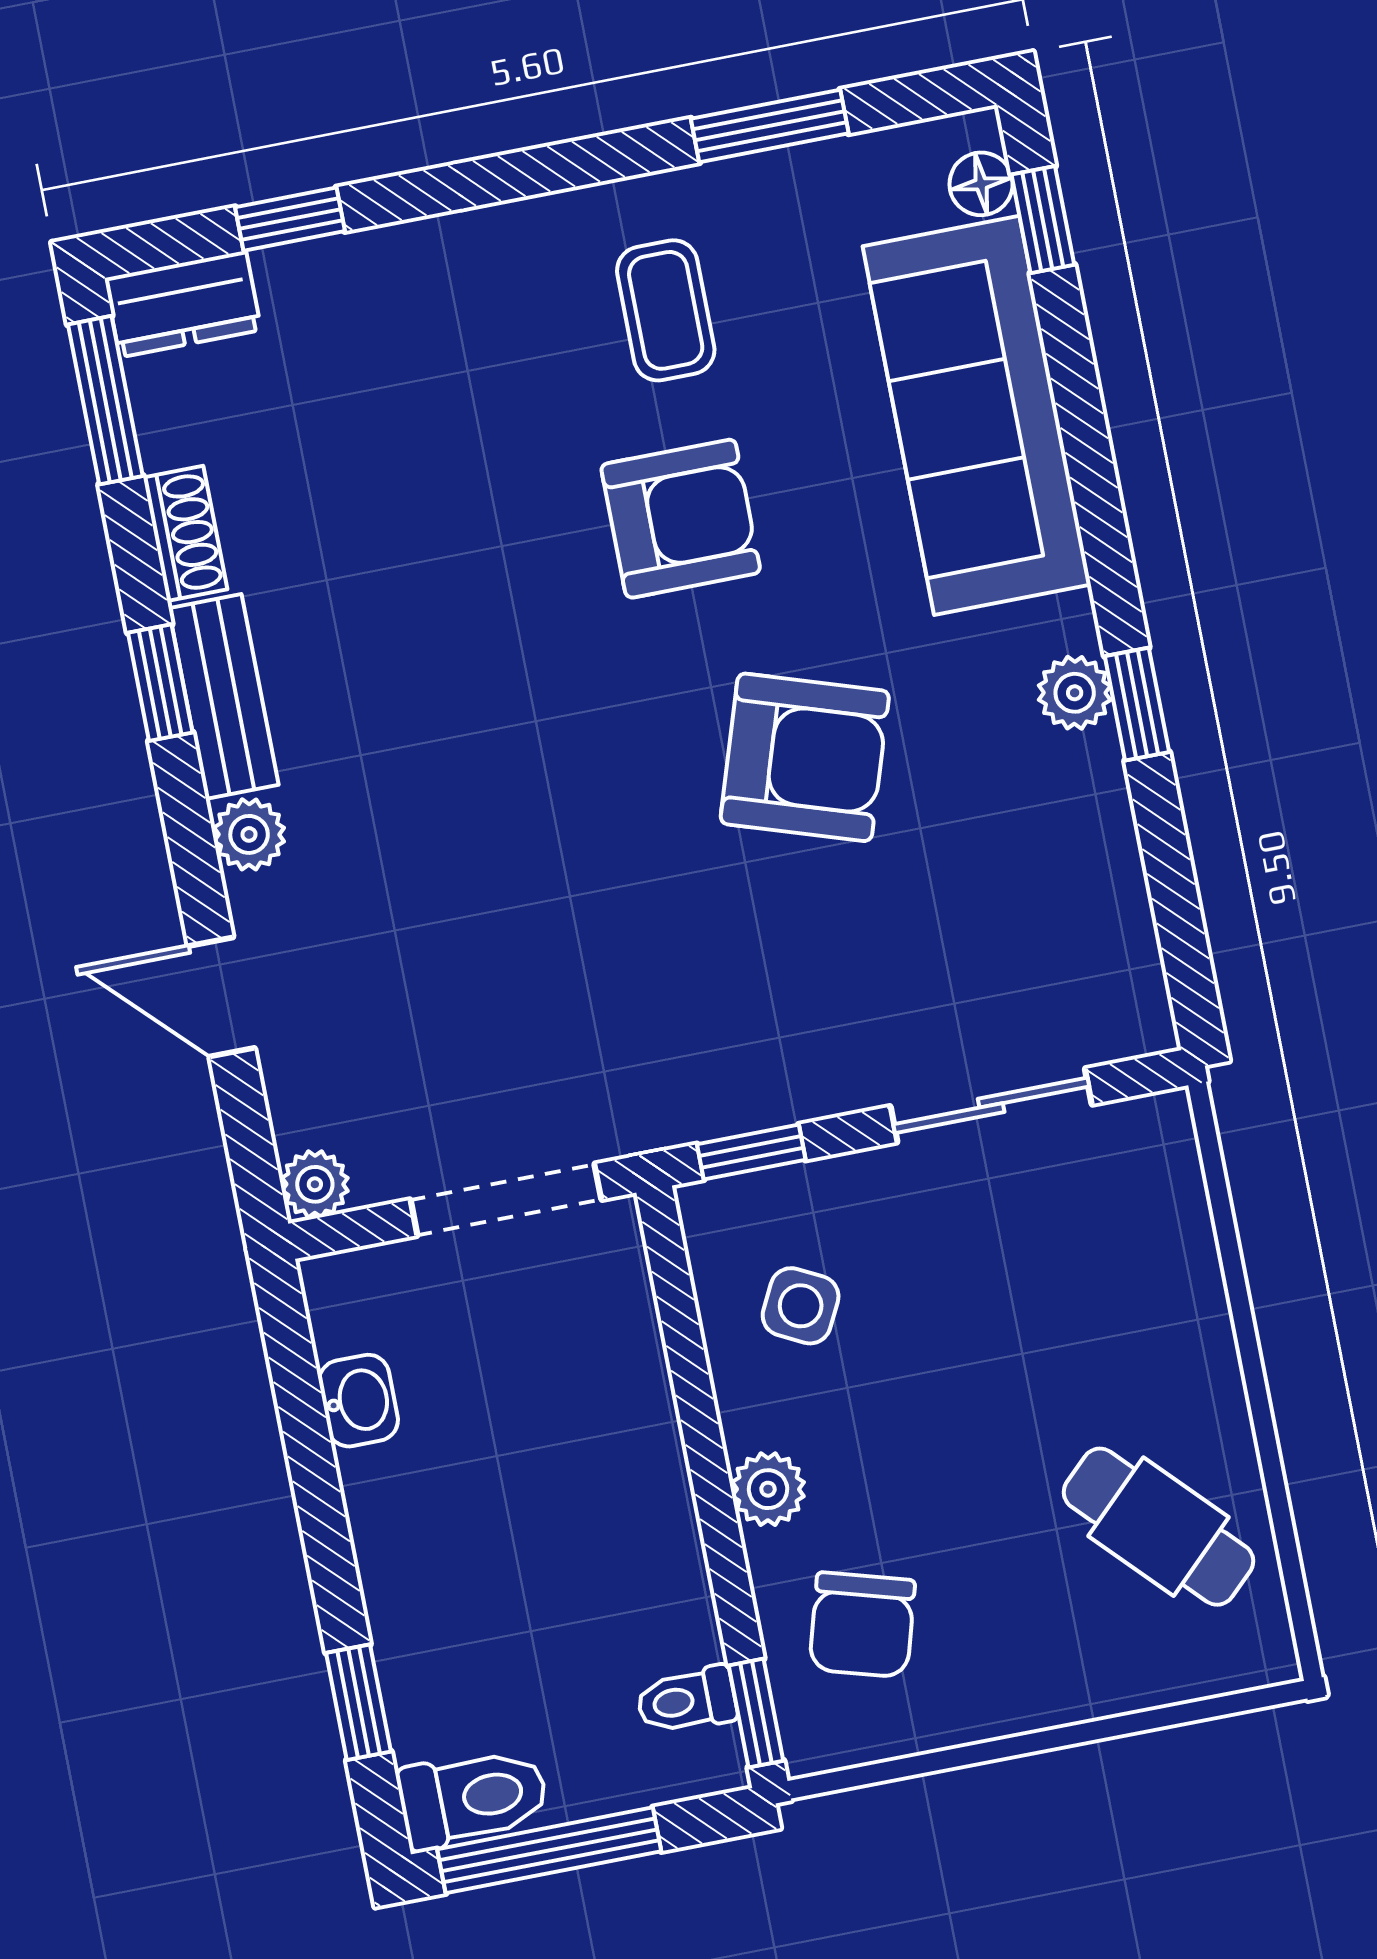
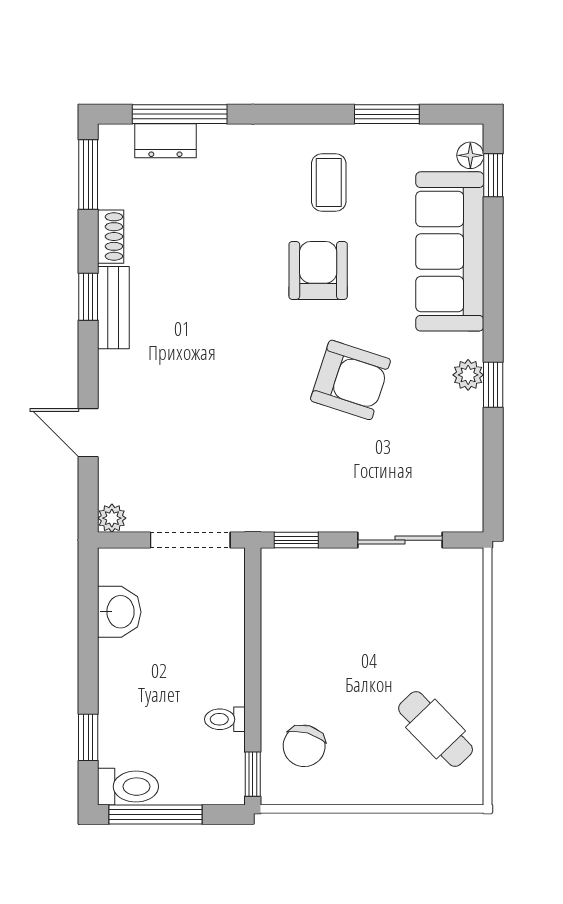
window: (290, 219) -> (180, 114), width x2.17
dresser: (183, 304) -> (165, 141), moved
armchair: (681, 519) -> (318, 270), turned -90
plant: (249, 834) -> (113, 367), removed
side table: (801, 1306) -> (304, 608), removed
washbasin: (358, 1401) -> (119, 612), width x1.38, depth x1.45
plant: (768, 1489) -> (276, 682), removed
toilet: (687, 1700) -> (225, 719), moved

